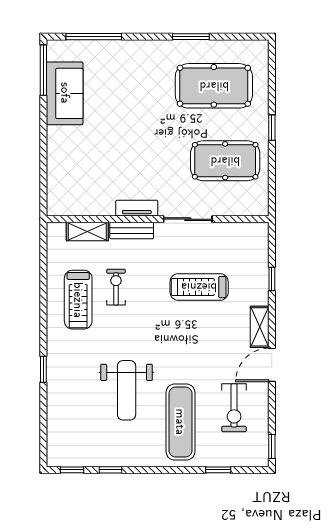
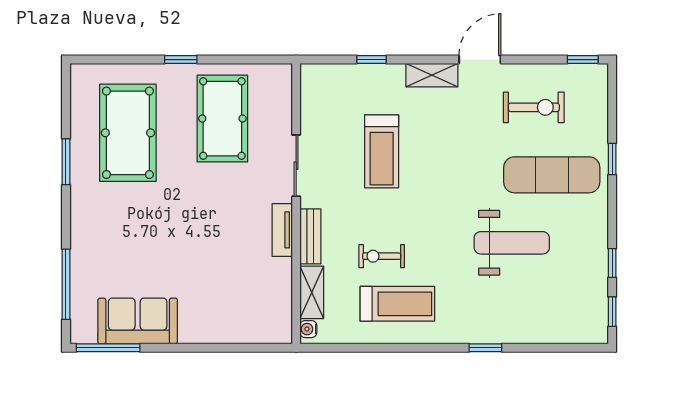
water cooler: (58, 229) -> (308, 329), added
door: (272, 365) -> (480, 60), swing flipped
window: (218, 470) -> (612, 159), moved

